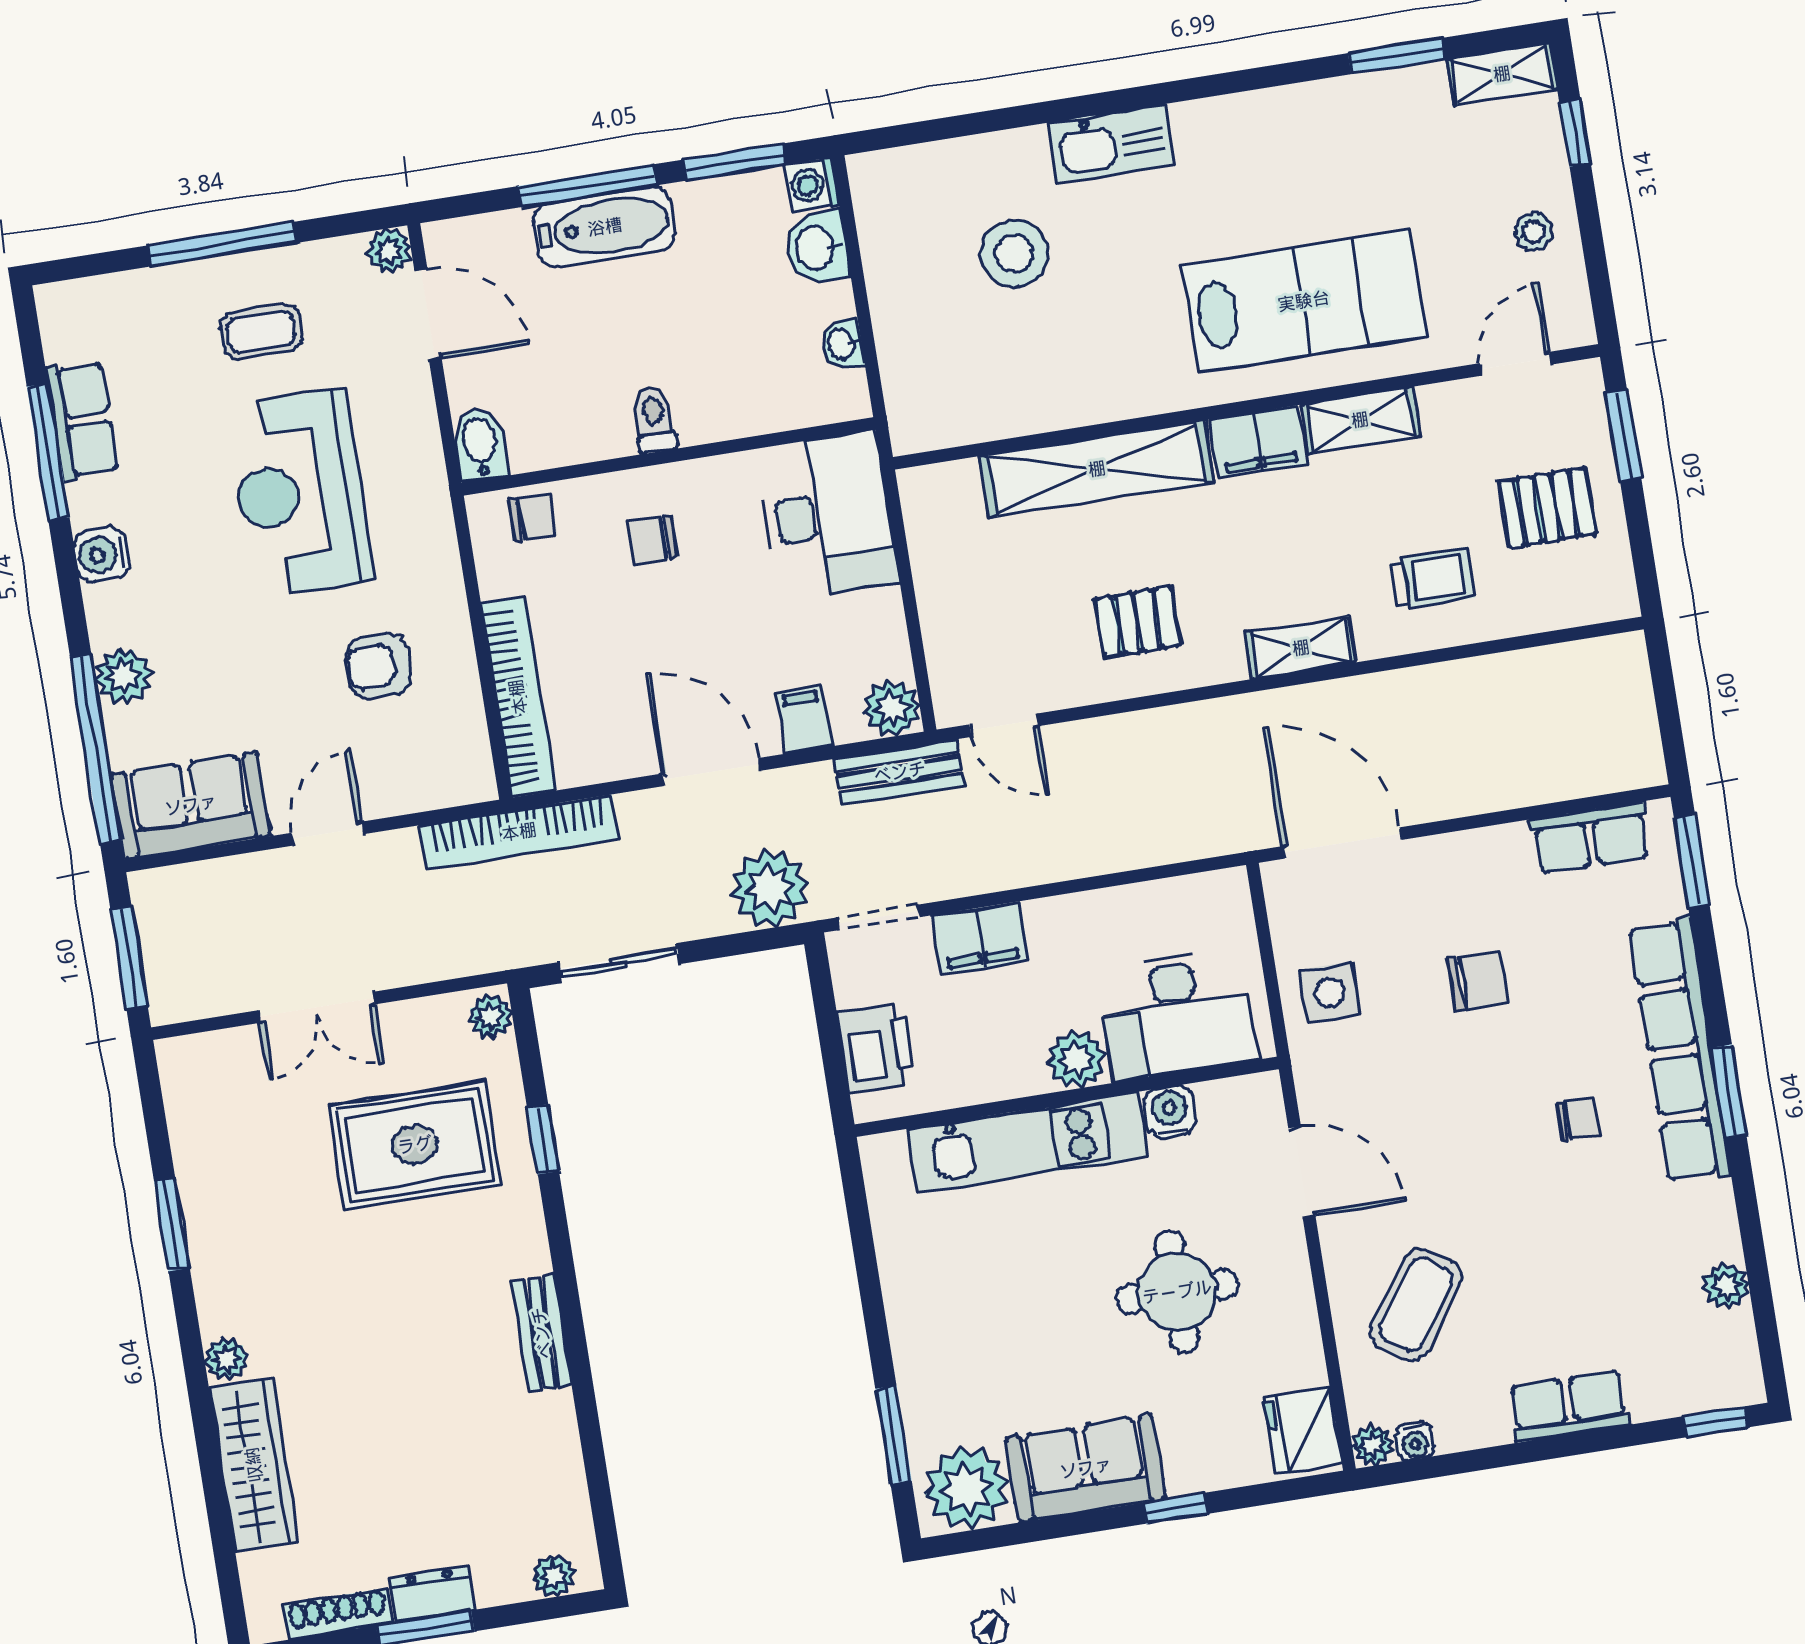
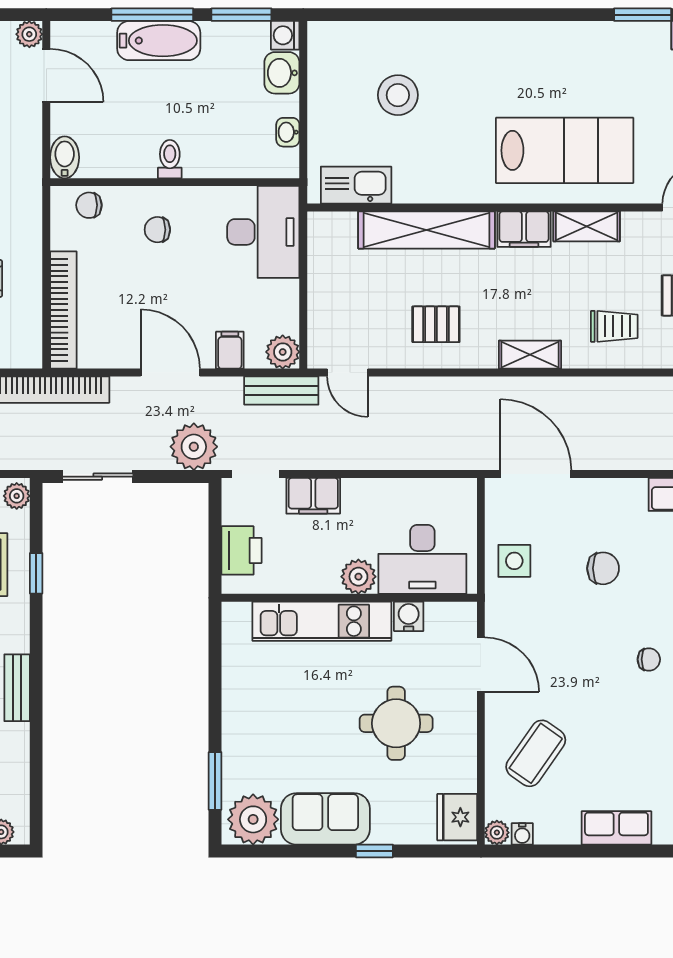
kitchen sink: (1111, 144) -> (356, 185), moved, turned 180
chair: (533, 517) -> (89, 205), turned 180

